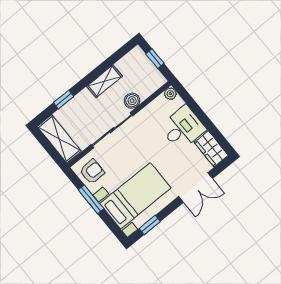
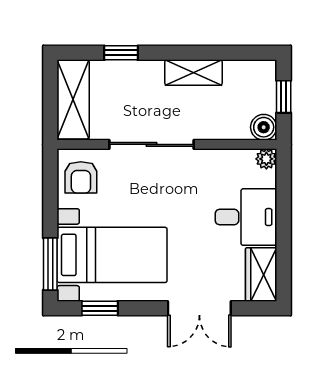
boiler: (132, 101) -> (264, 127), moved
armchair: (92, 172) -> (81, 177), turned 90
window: (91, 199) -> (50, 264), moved

